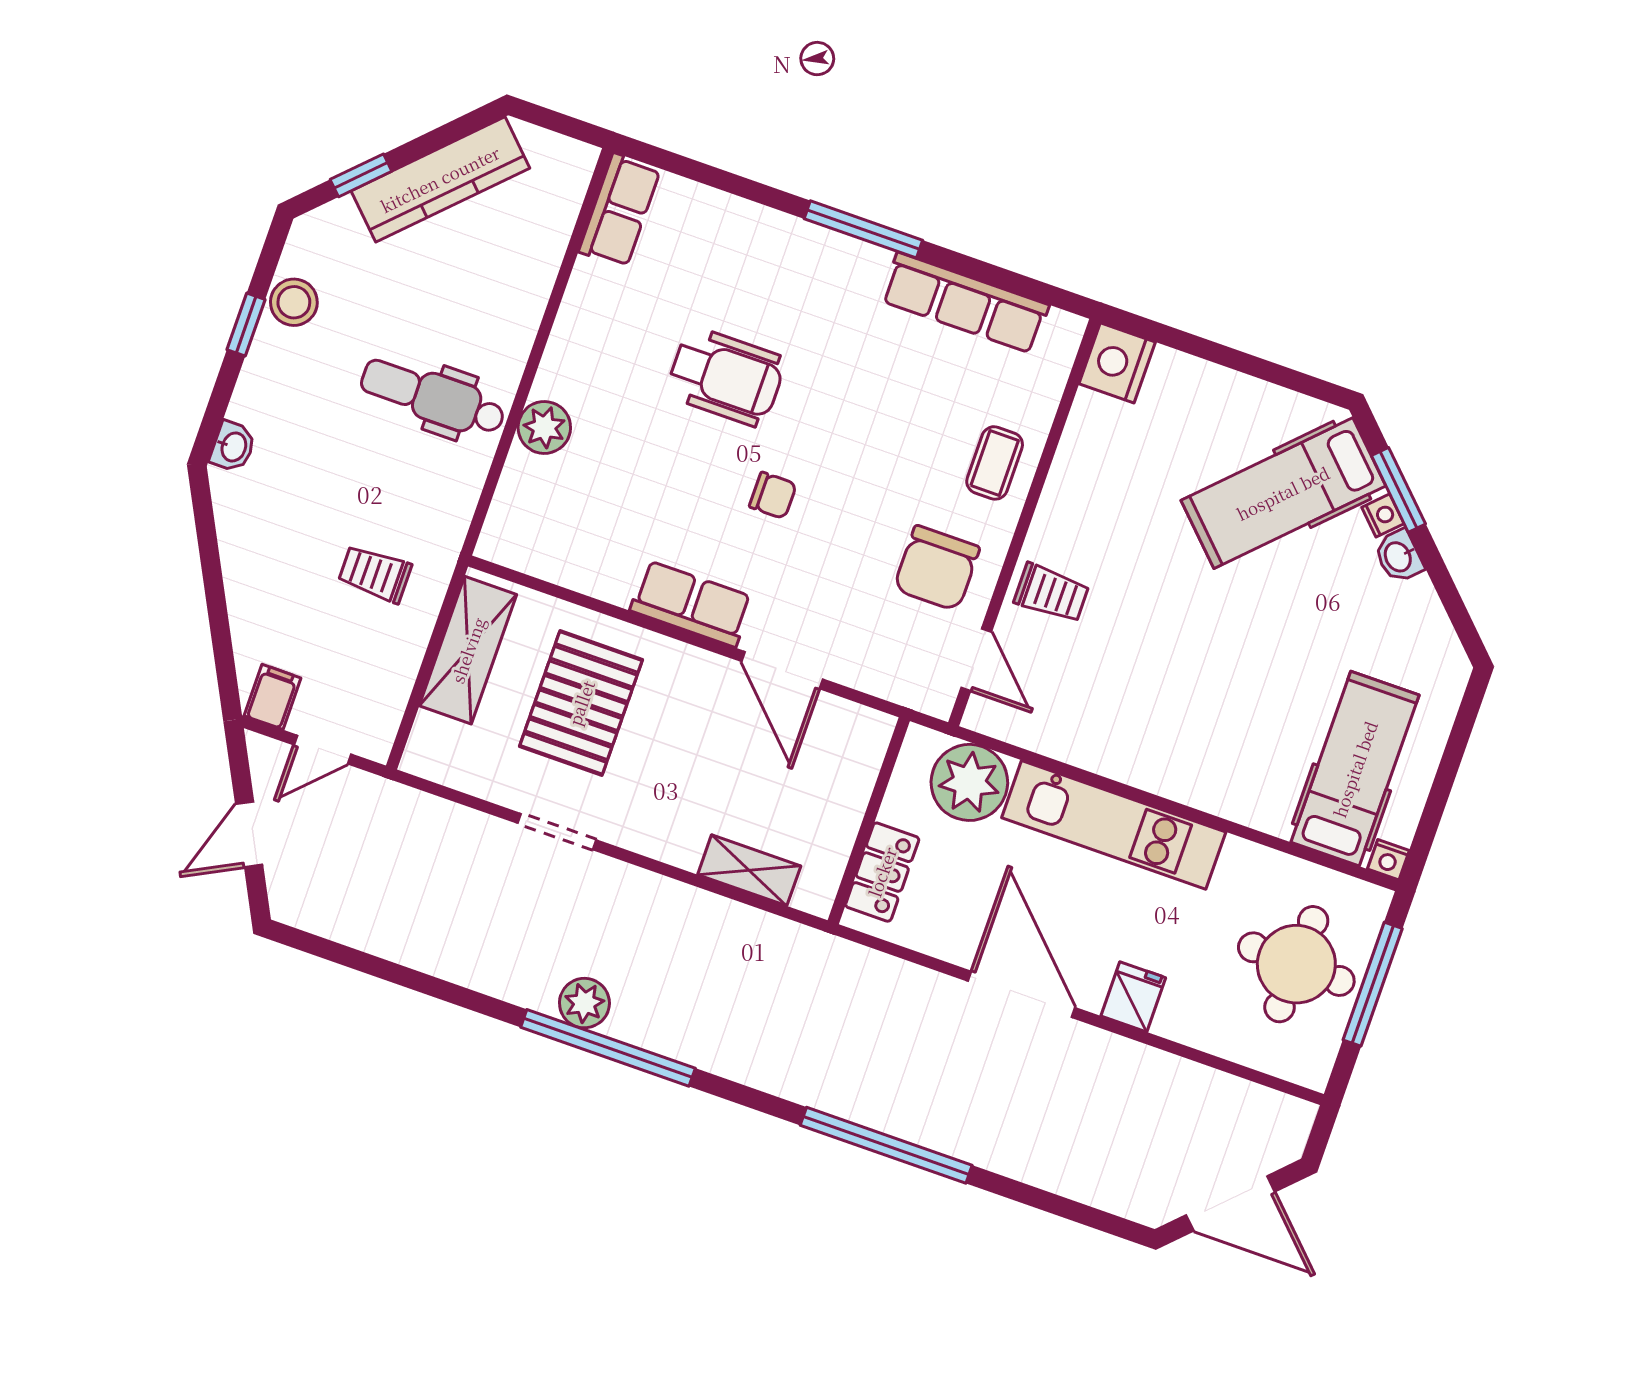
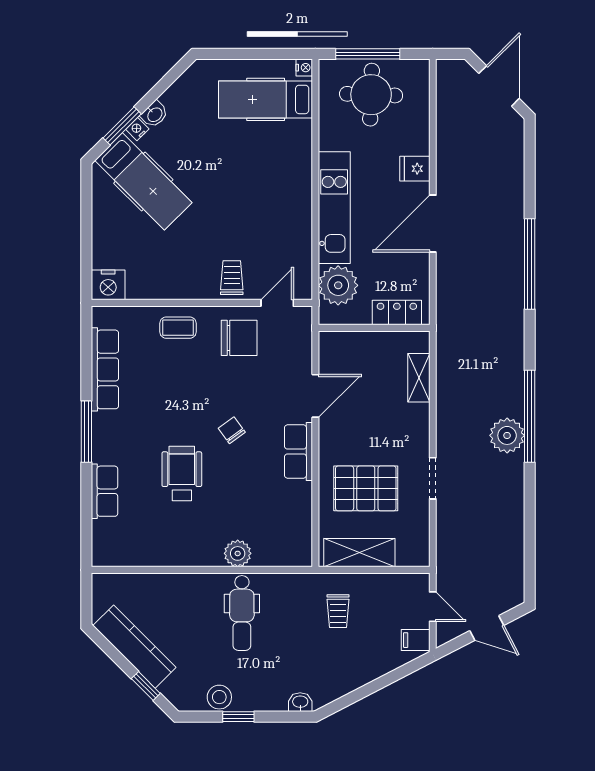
row of seats: (620, 210) -> (105, 491), moved, turned 90
chair: (773, 495) -> (232, 430), turned -36
plant: (584, 1003) -> (507, 435), width x1.36, depth x1.36

